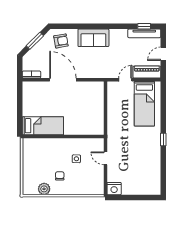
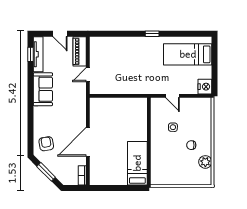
sofa: (93, 38) -> (43, 89), moved
door: (125, 80) -> (88, 75), hinge flipped
bed: (144, 104) -> (188, 54), moved, turned 180
door: (105, 158) -> (172, 96), hinge flipped

